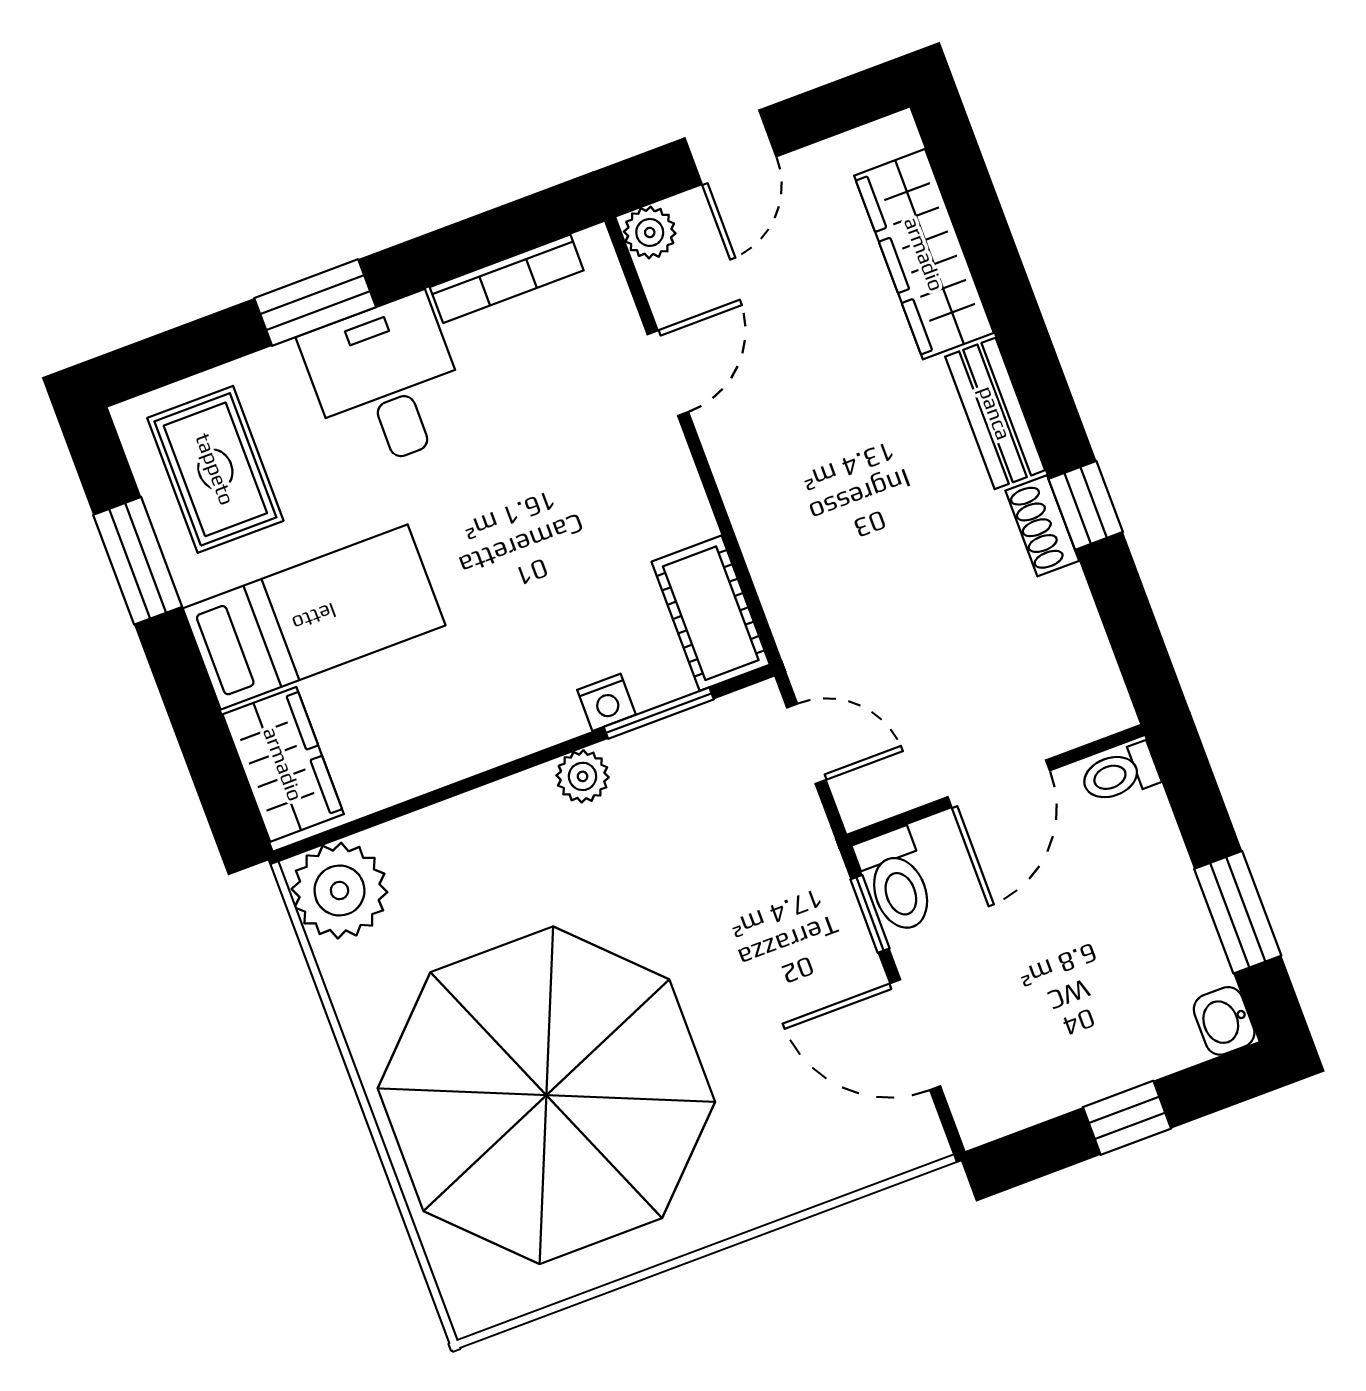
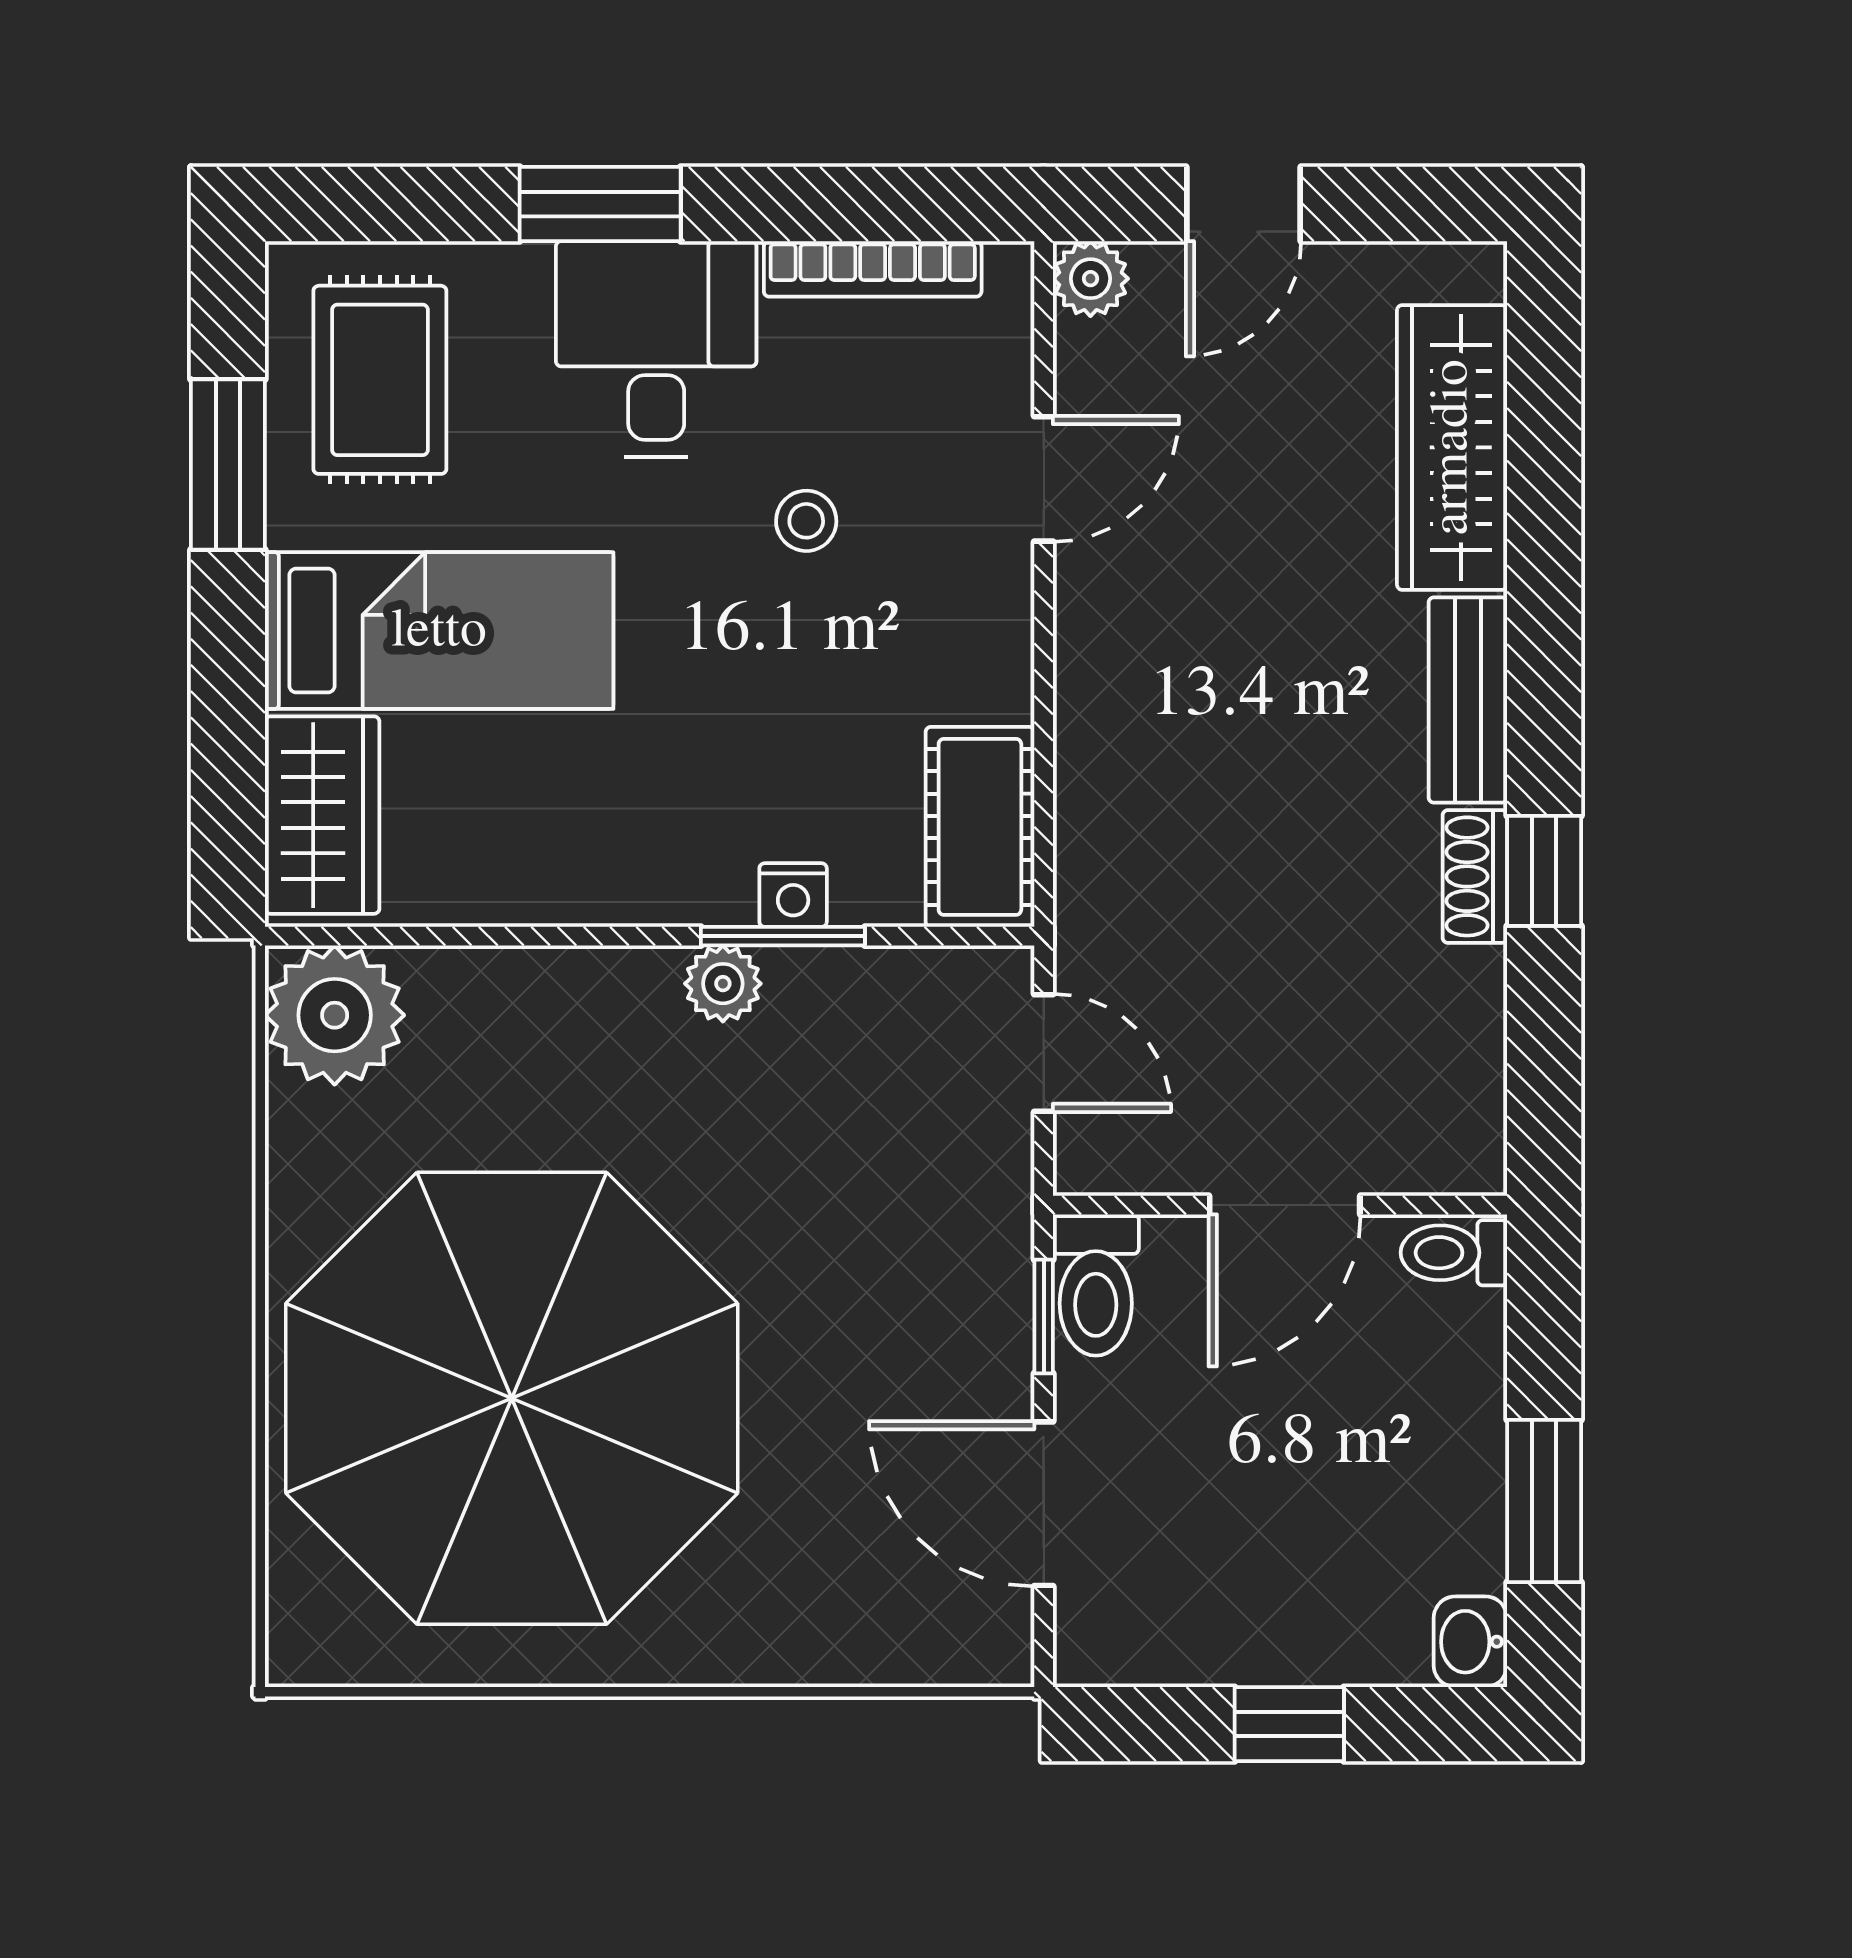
stool: (525, 457) -> (806, 521), added
window: (659, 713) -> (783, 936), moved

